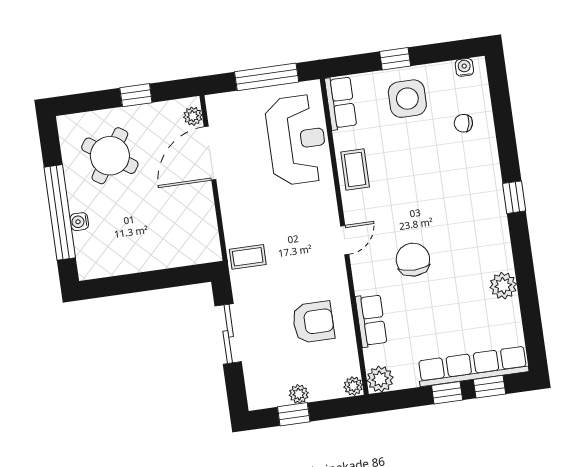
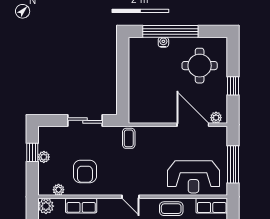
round table: (110, 156) -> (200, 66), turned -34
plant: (353, 386) -> (59, 190), moved

